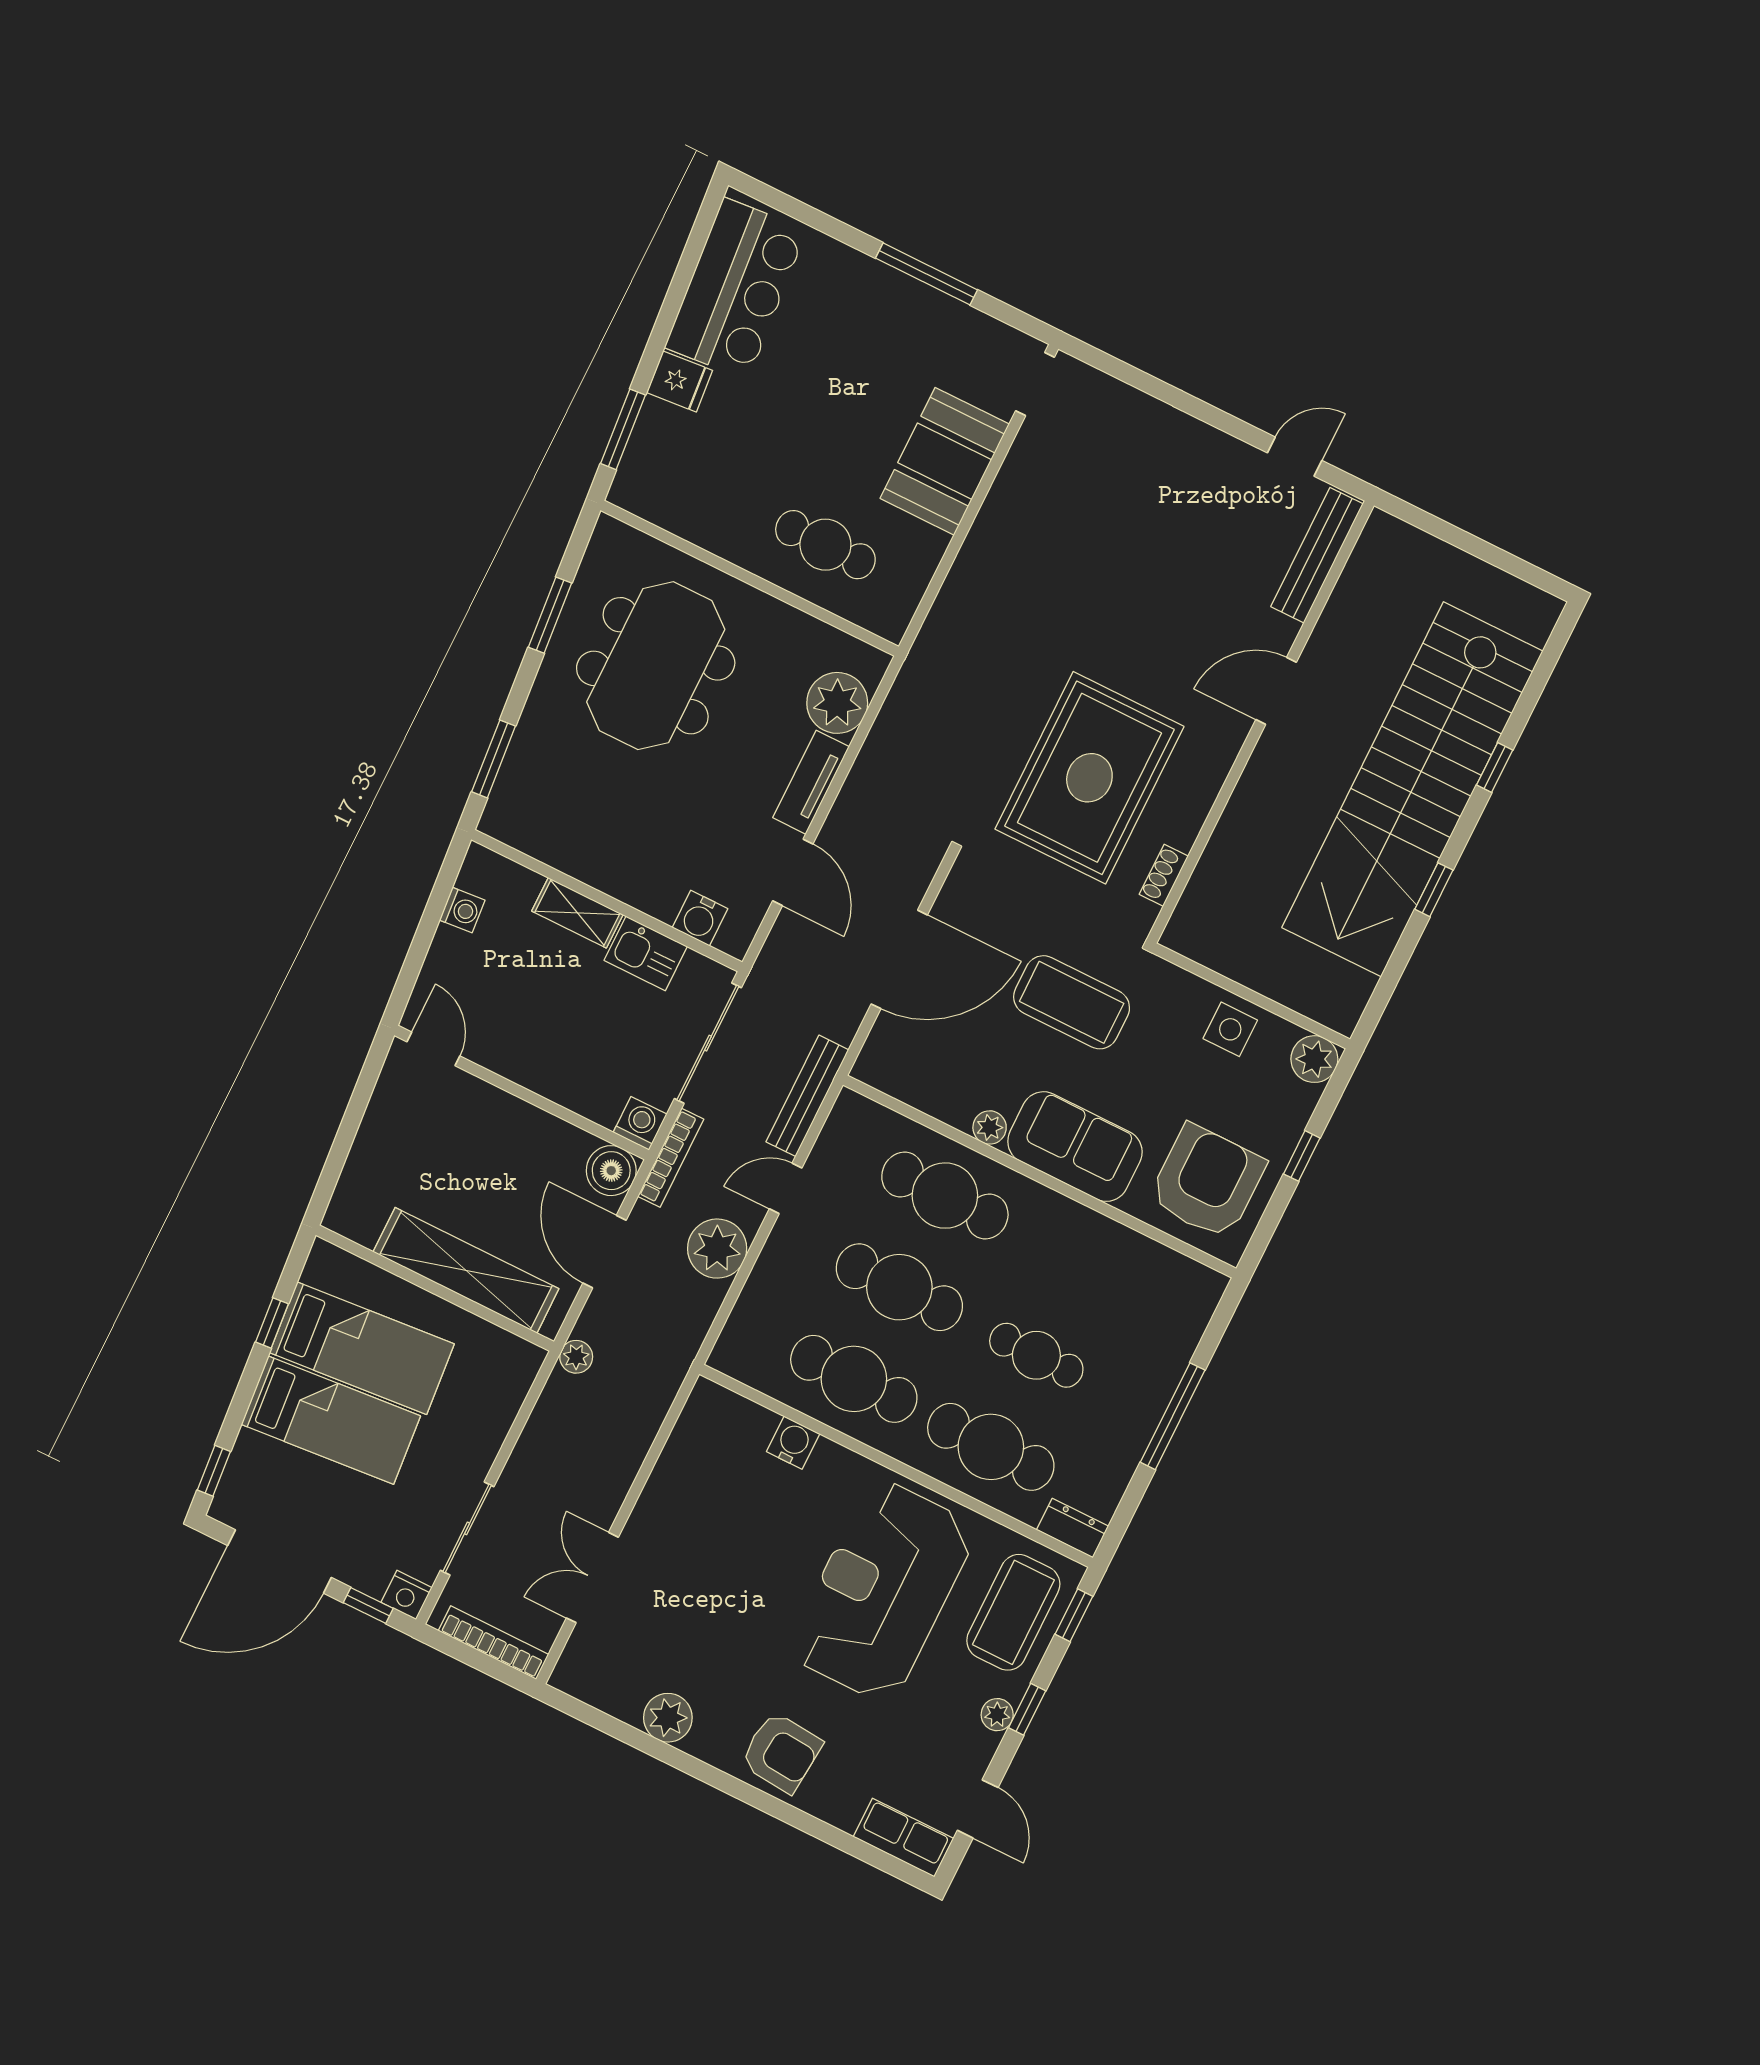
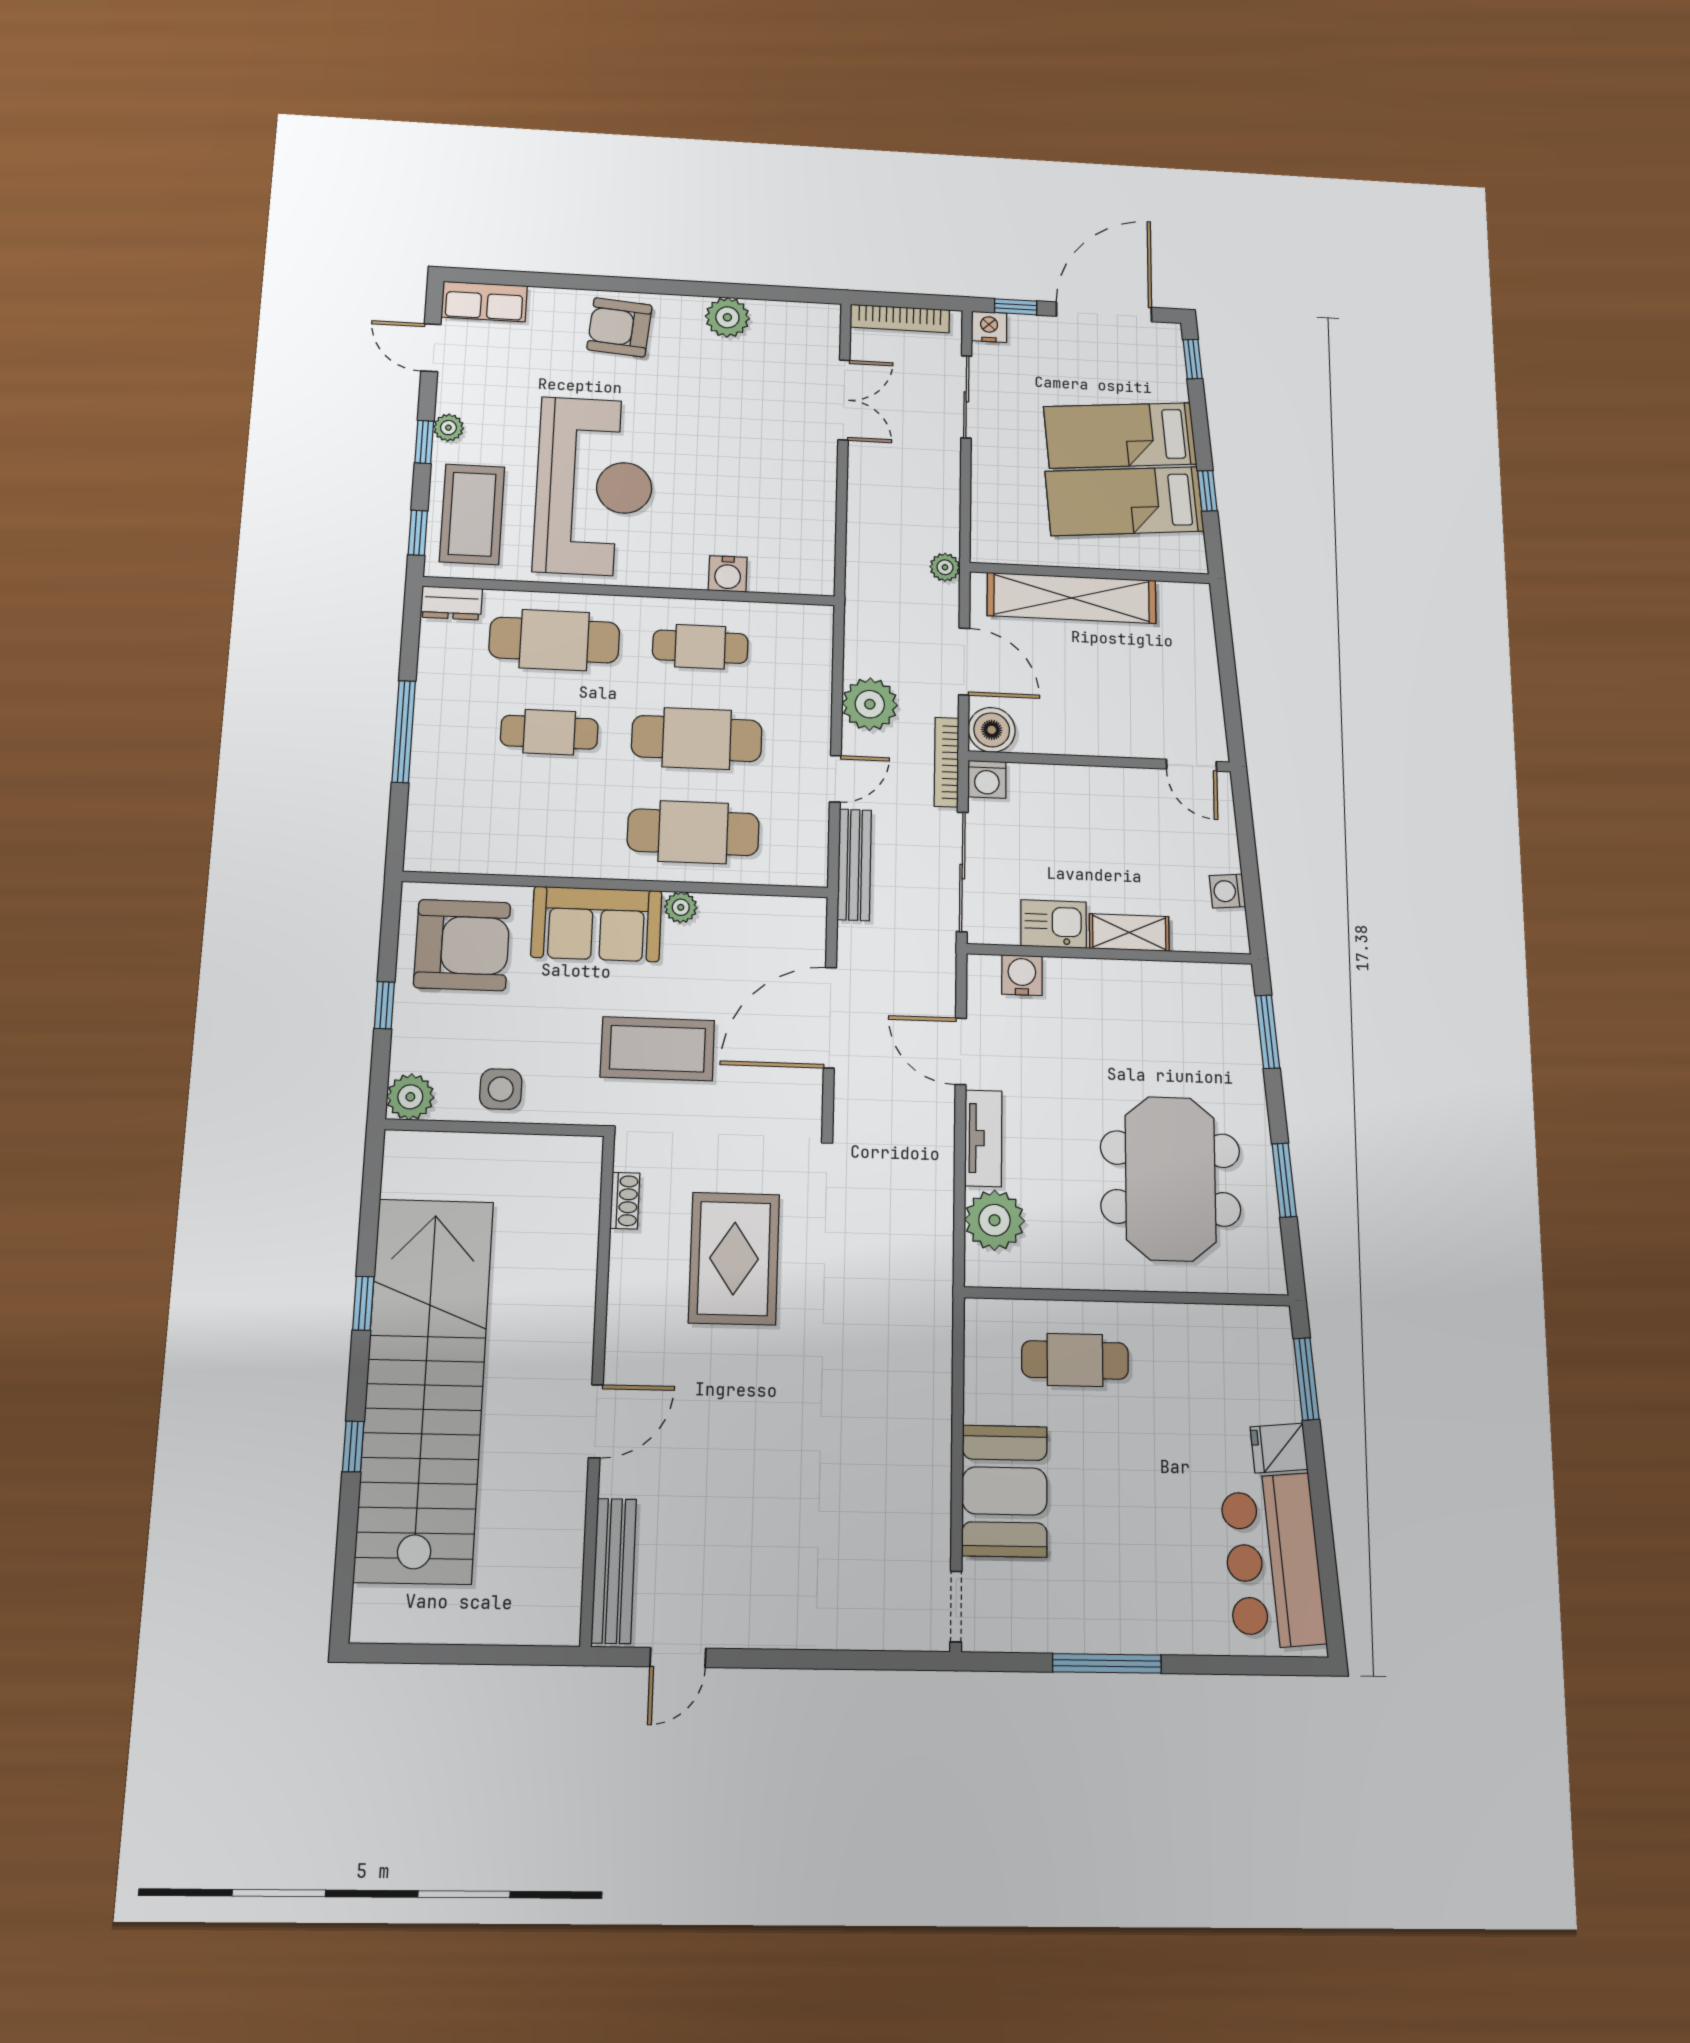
rug: (1089, 778) -> (734, 1258), width x0.73, depth x0.69
armchair: (1207, 1182) -> (462, 945), turned -90
cafe table: (854, 1379) -> (700, 647), width x0.73, depth x0.74

